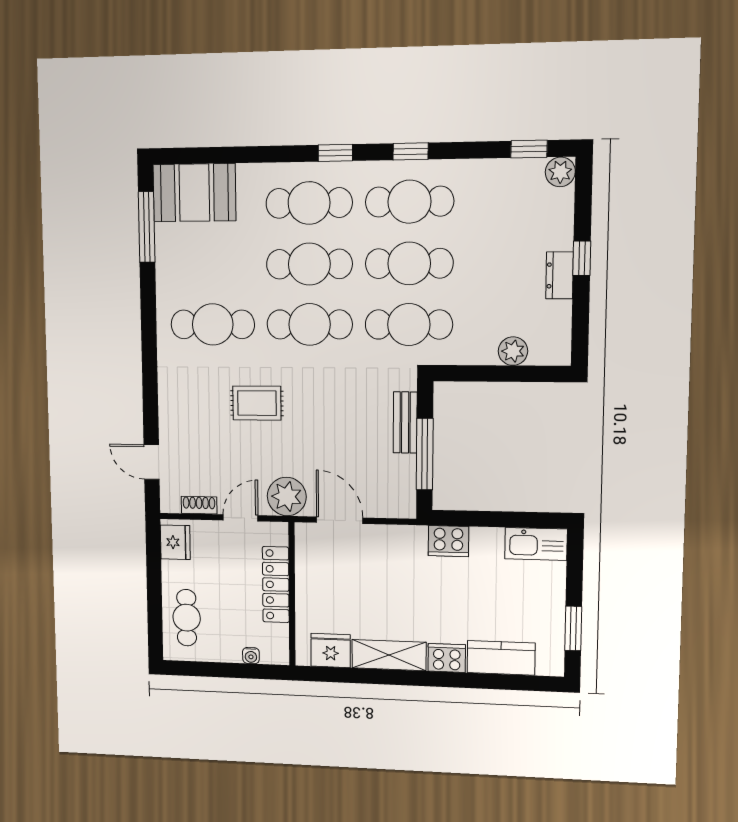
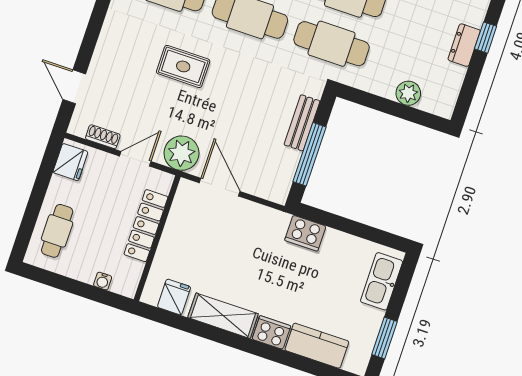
kitchen sink: (536, 544) -> (382, 281), moved, turned 90
fridge: (331, 651) -> (174, 297), width x0.72

